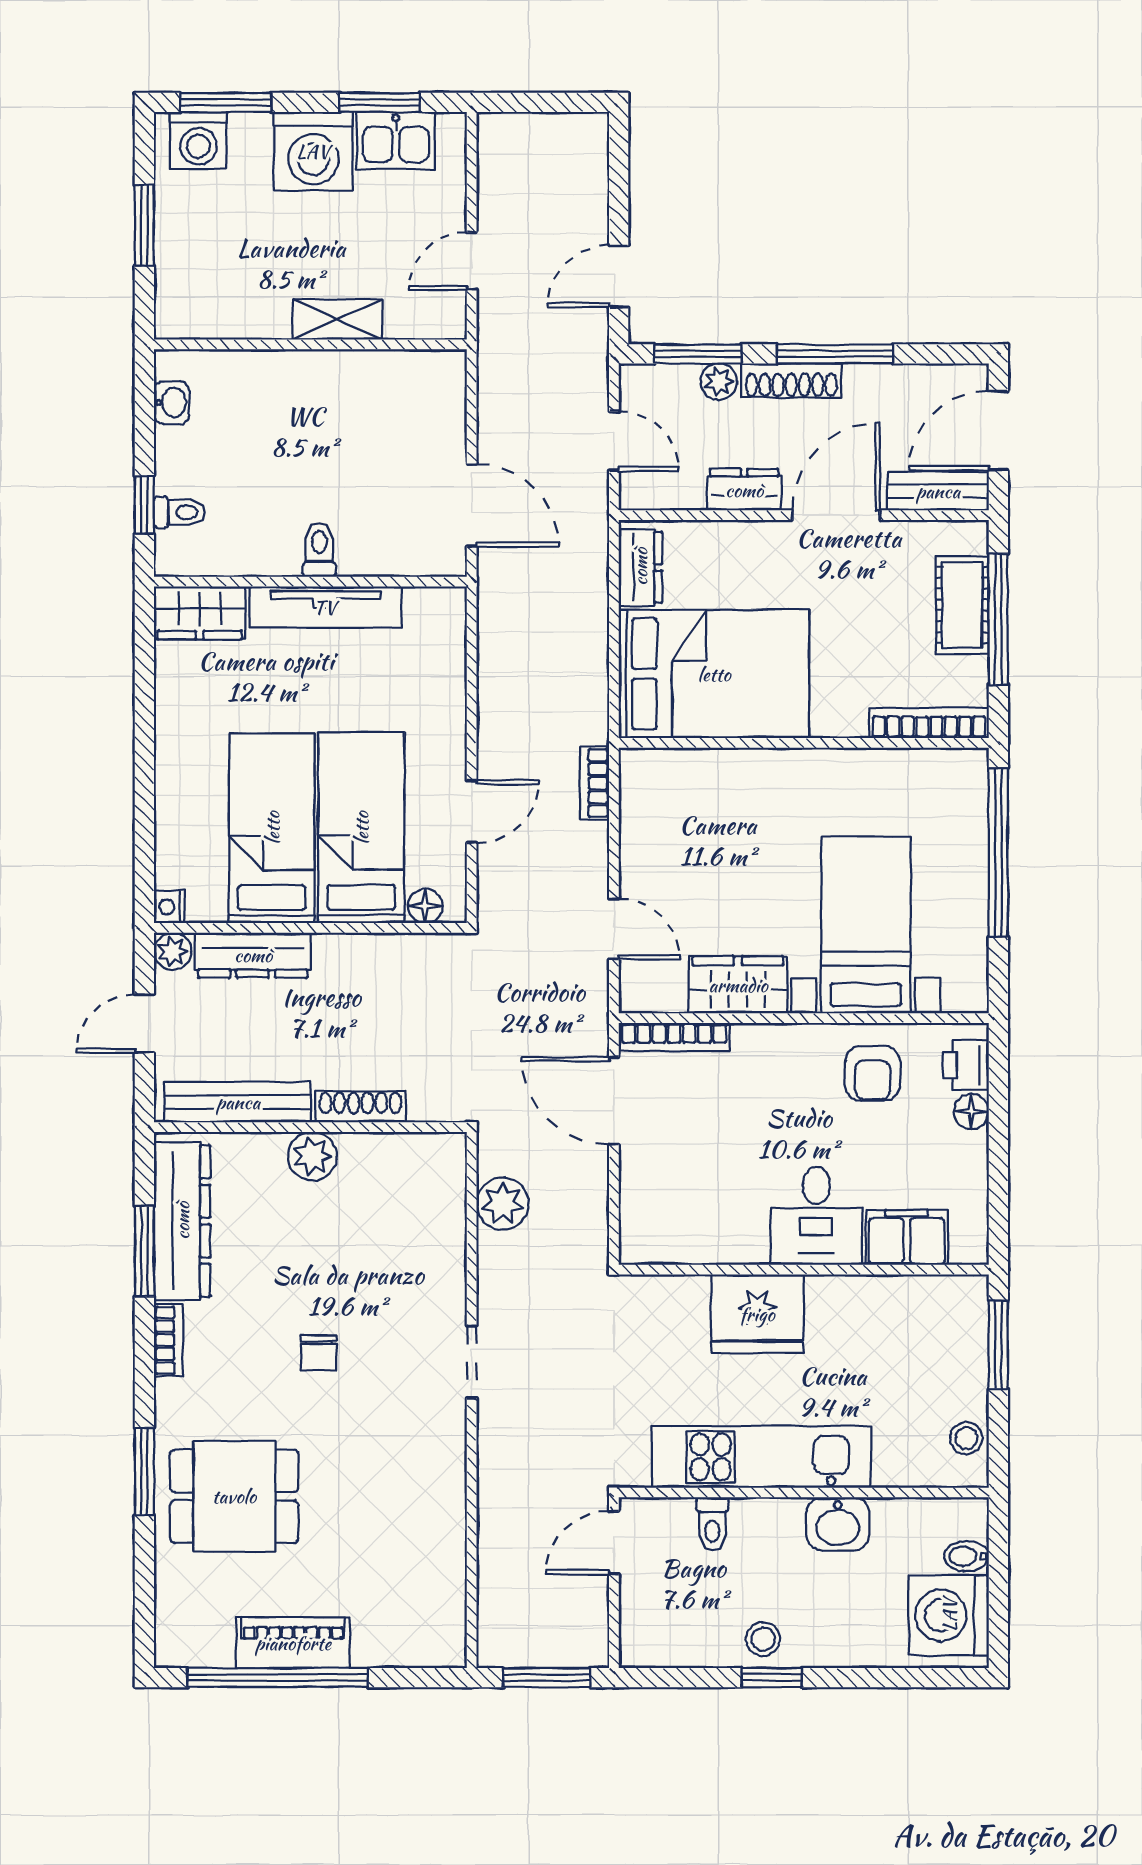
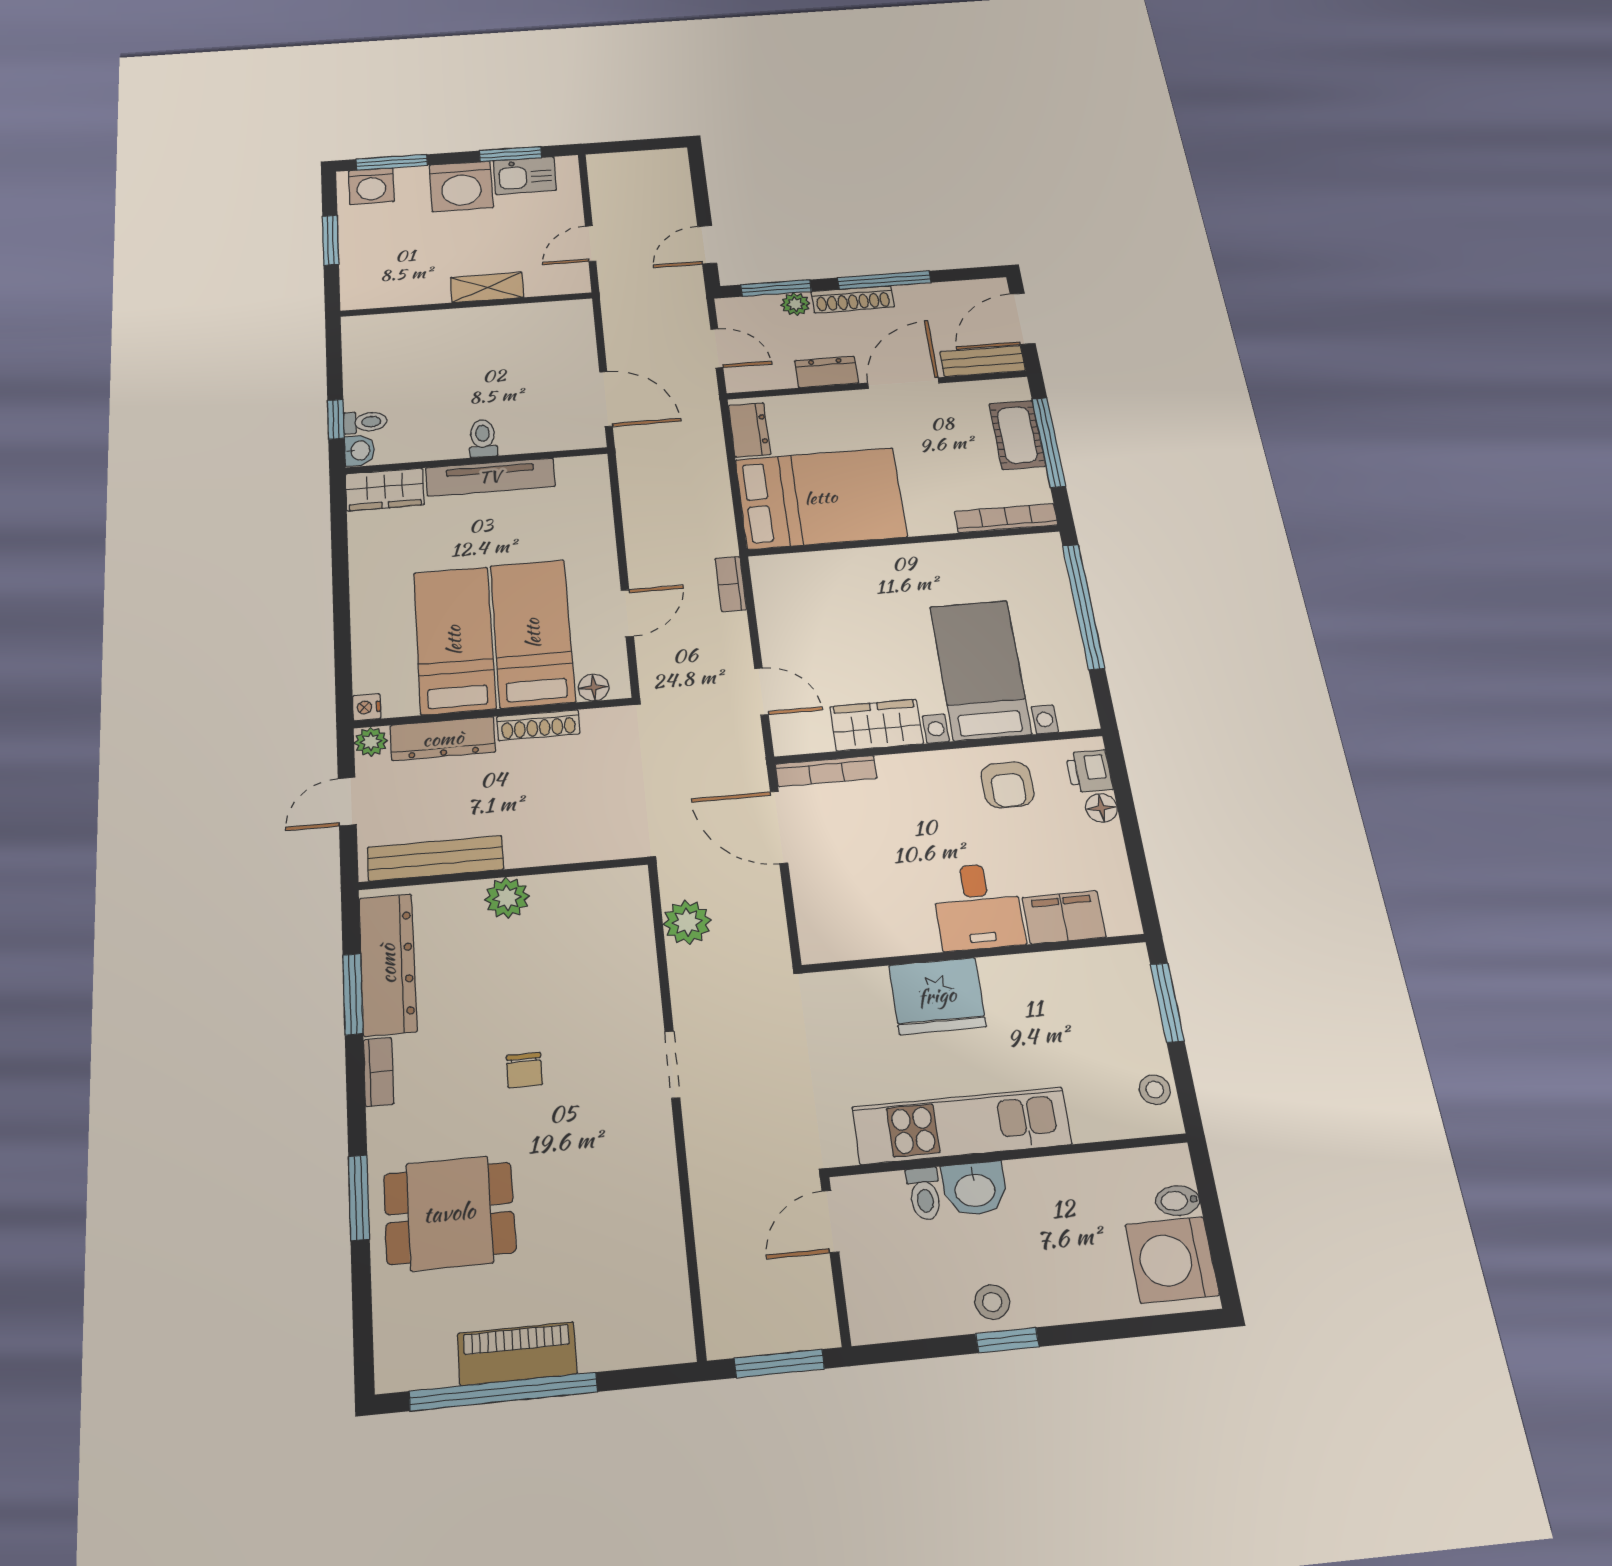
washbasin: (171, 402) -> (360, 451), moved
shoe rack: (360, 1107) -> (538, 725), moved, turned 180
washbasin: (838, 1524) -> (975, 1189), moved

